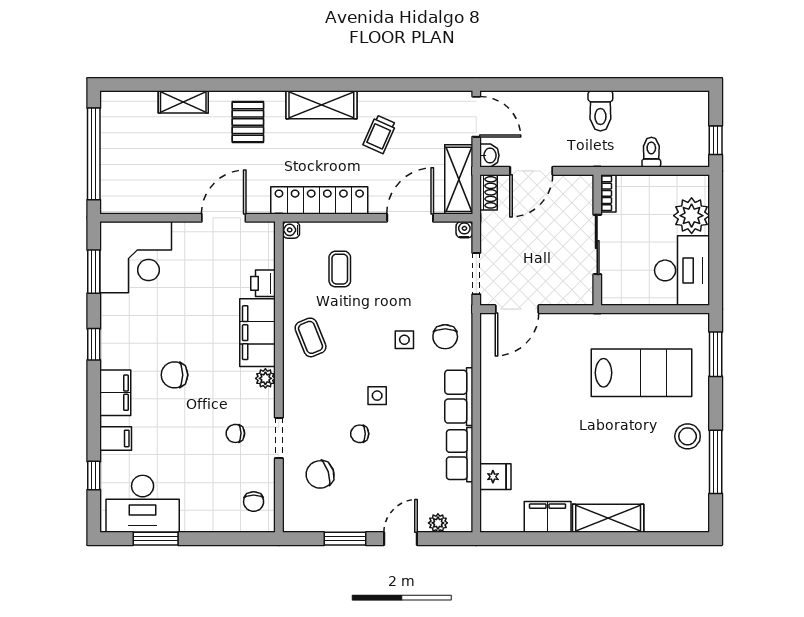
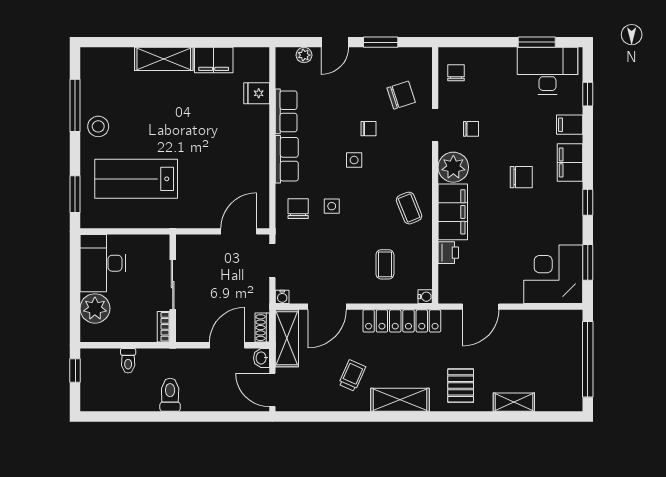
plant: (265, 378) -> (453, 167), width x1.88, depth x1.88

